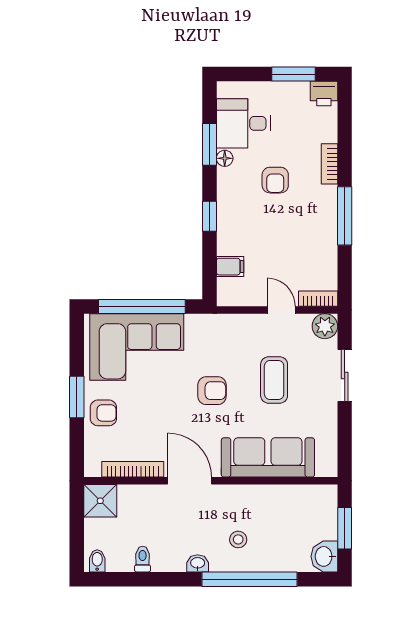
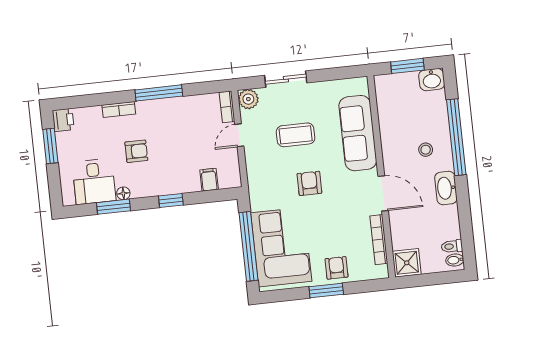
door: (190, 481) -> (383, 193), swing flipped
toilet: (143, 559) -> (452, 246), moved
washbasin: (198, 563) -> (446, 188), width x1.91, depth x1.45

